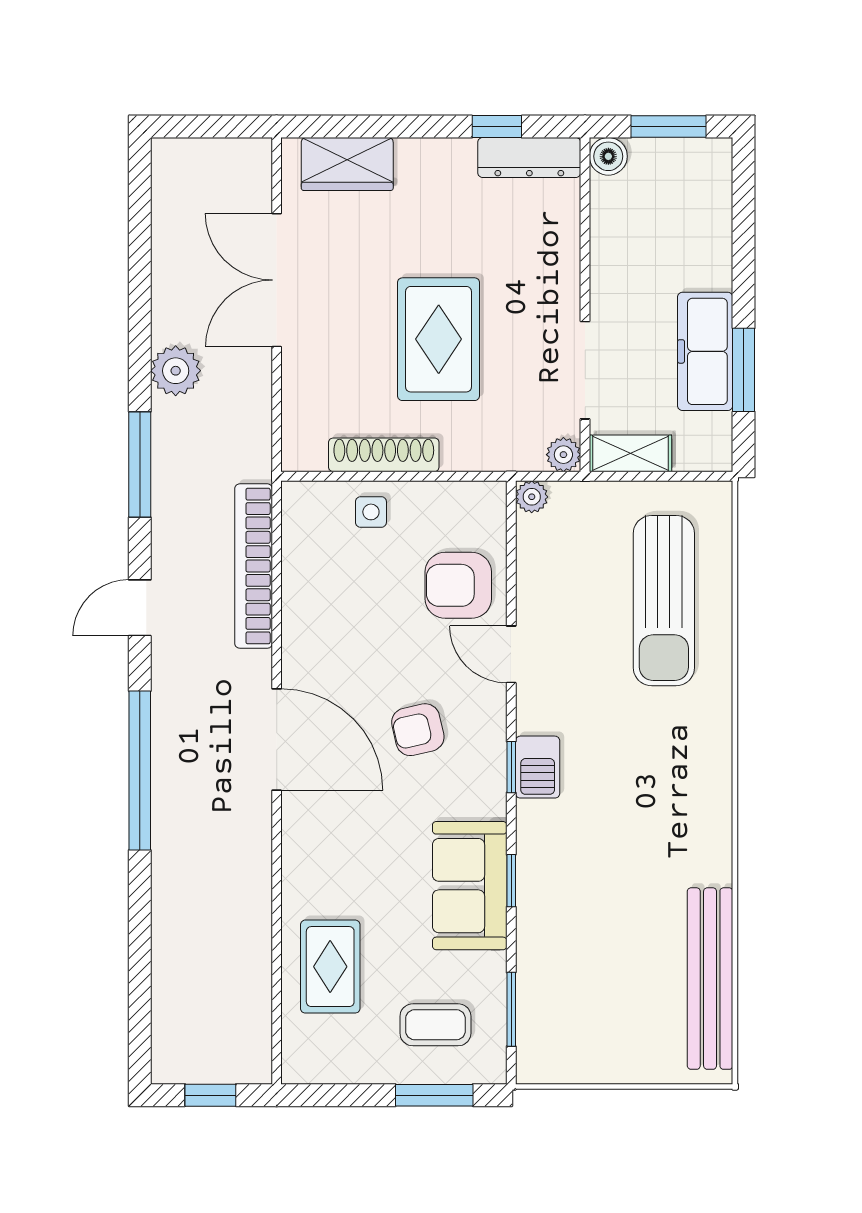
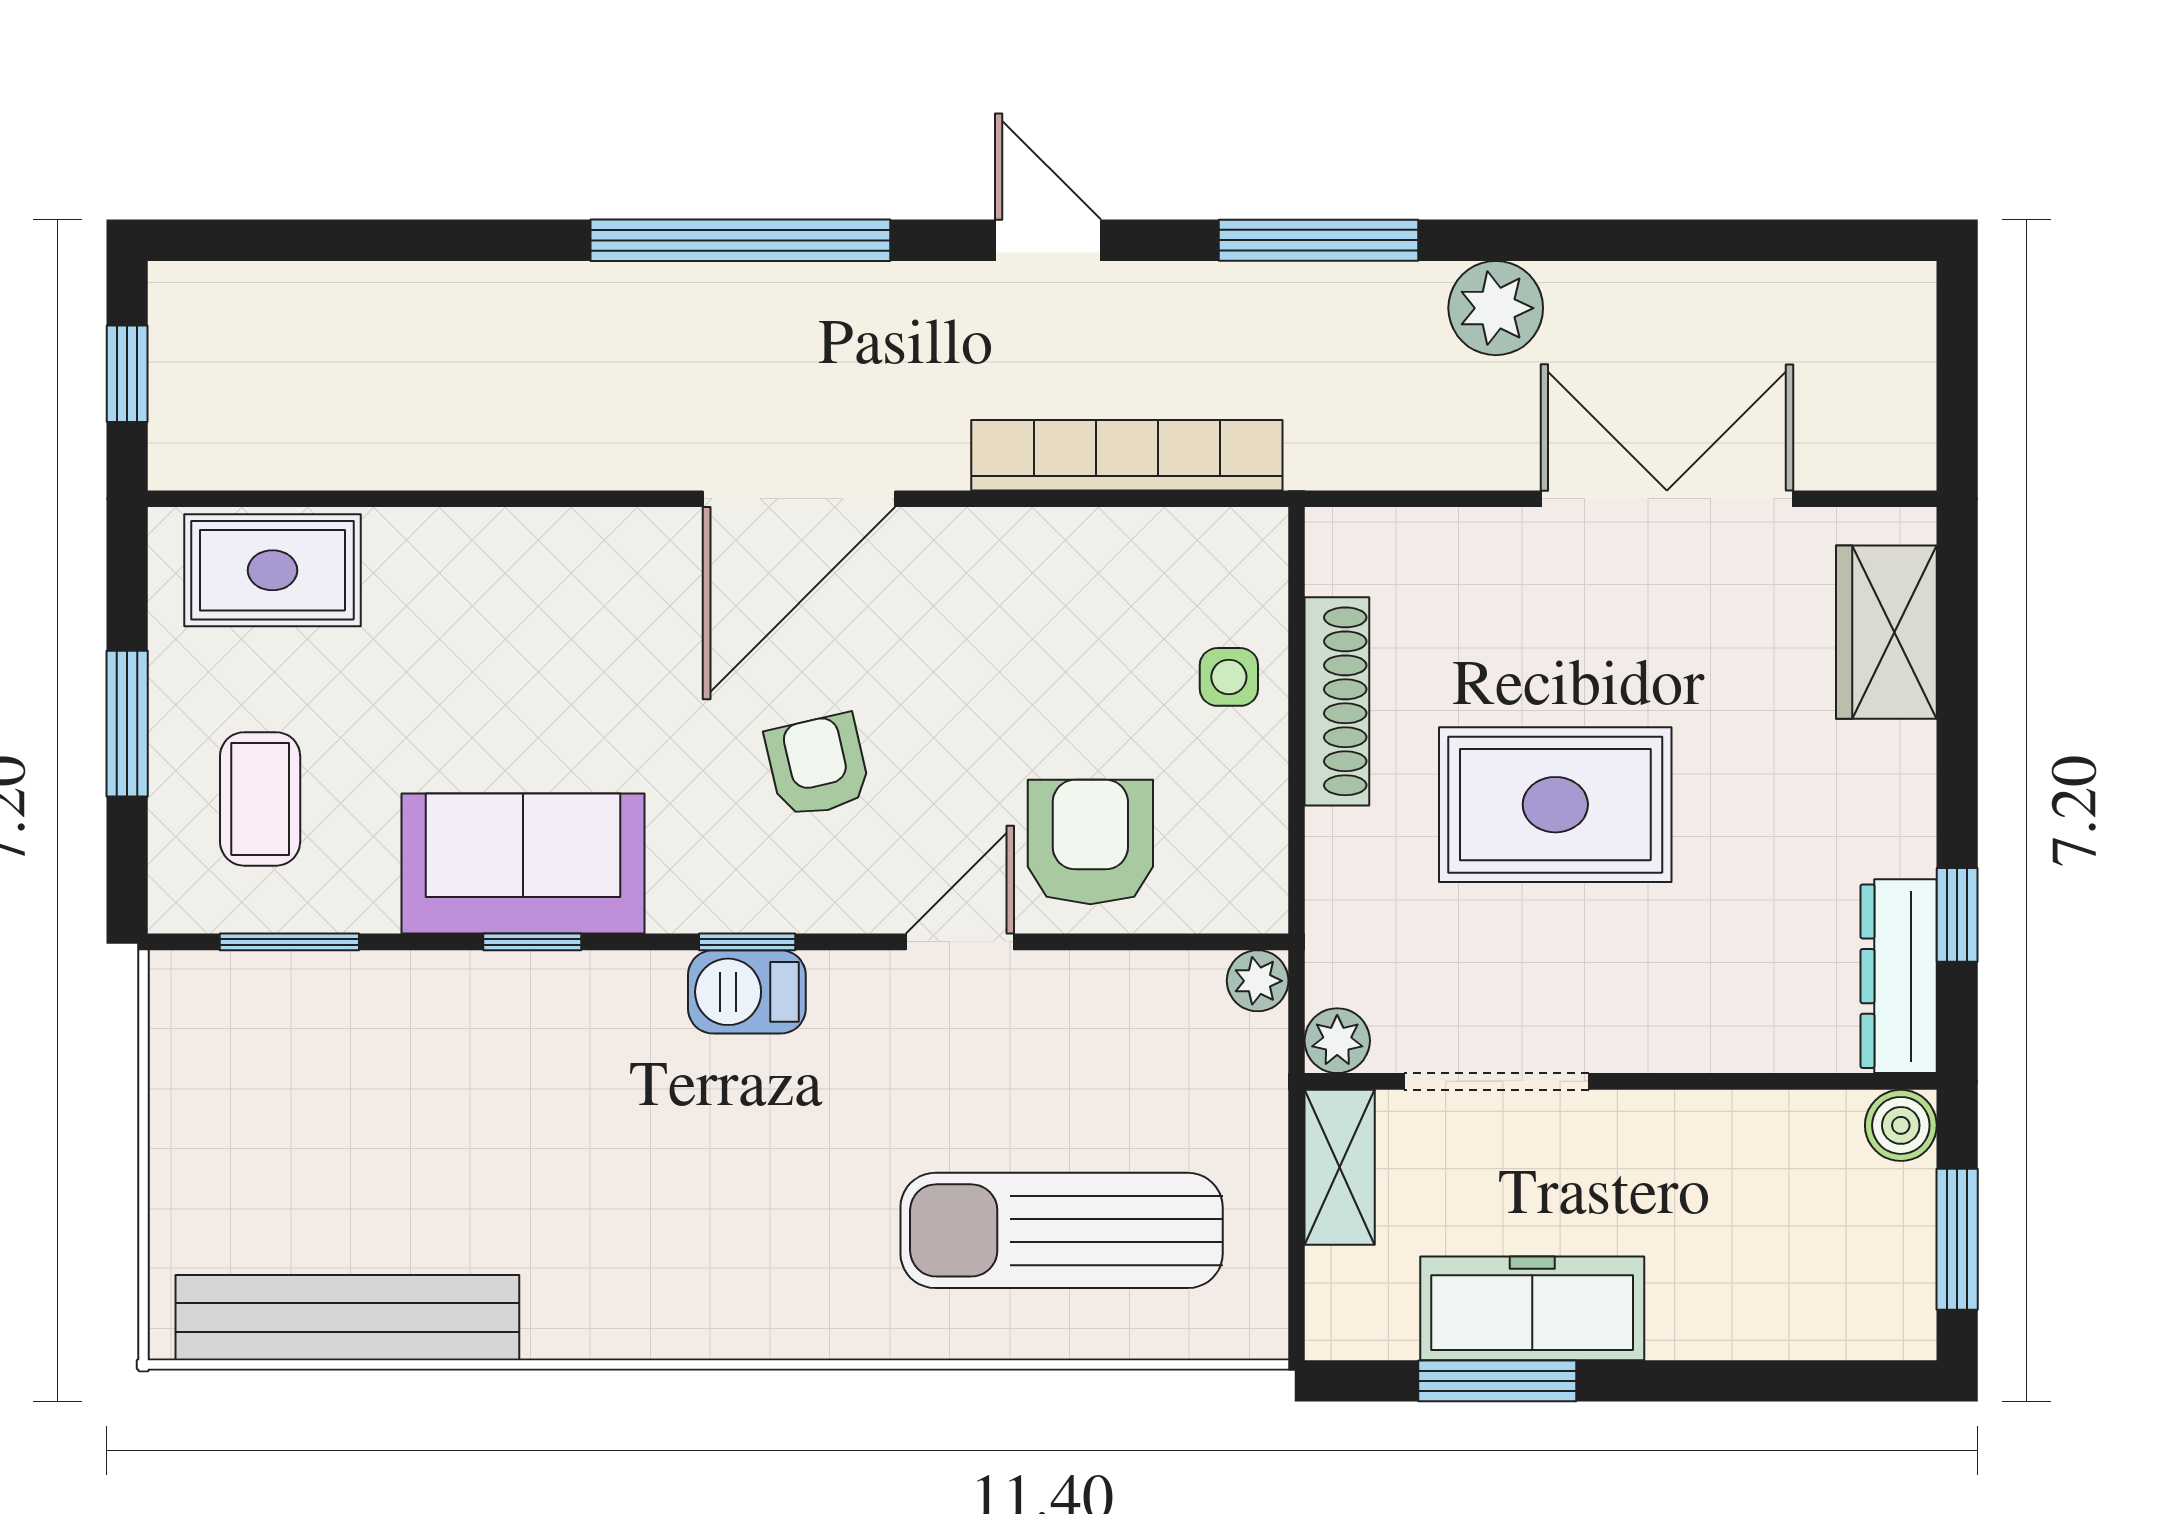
rug: (330, 967) -> (273, 570), moved
window: (434, 1095) -> (127, 724), moved

